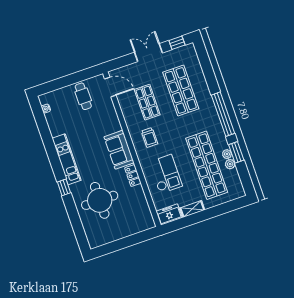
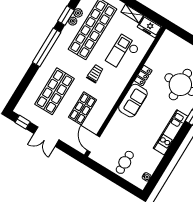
cafe table: (83, 96) -> (125, 162), moved
trolley: (149, 137) -> (95, 74), moved

